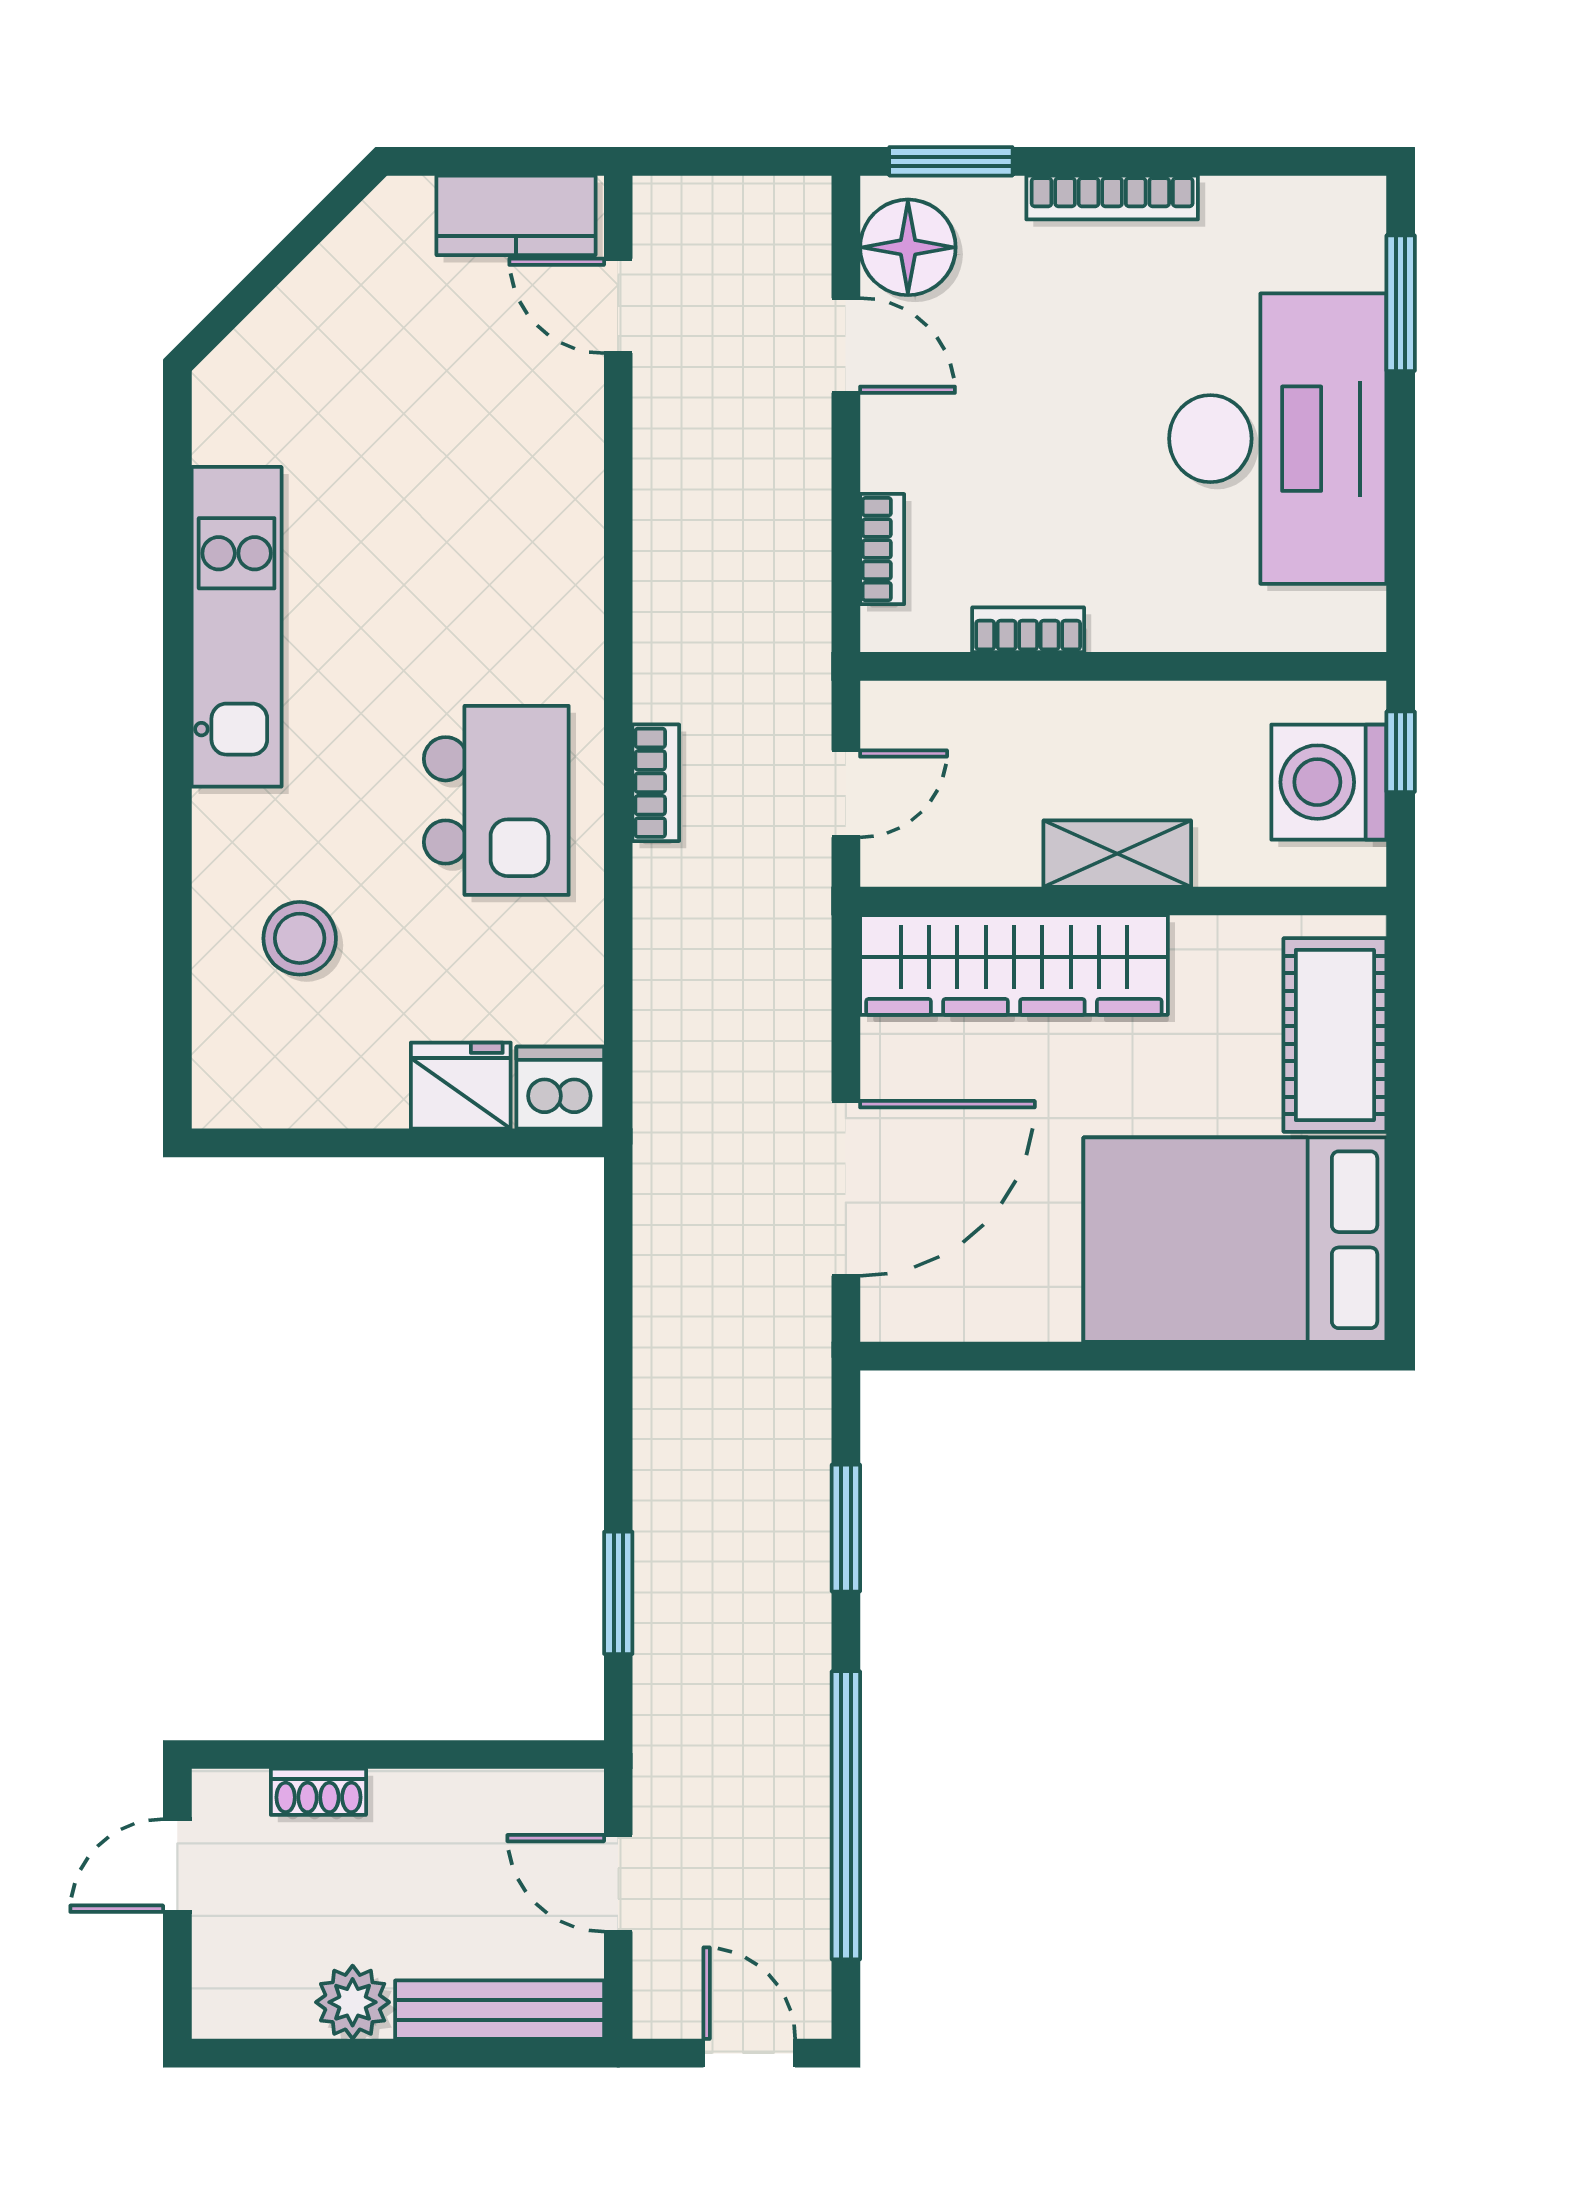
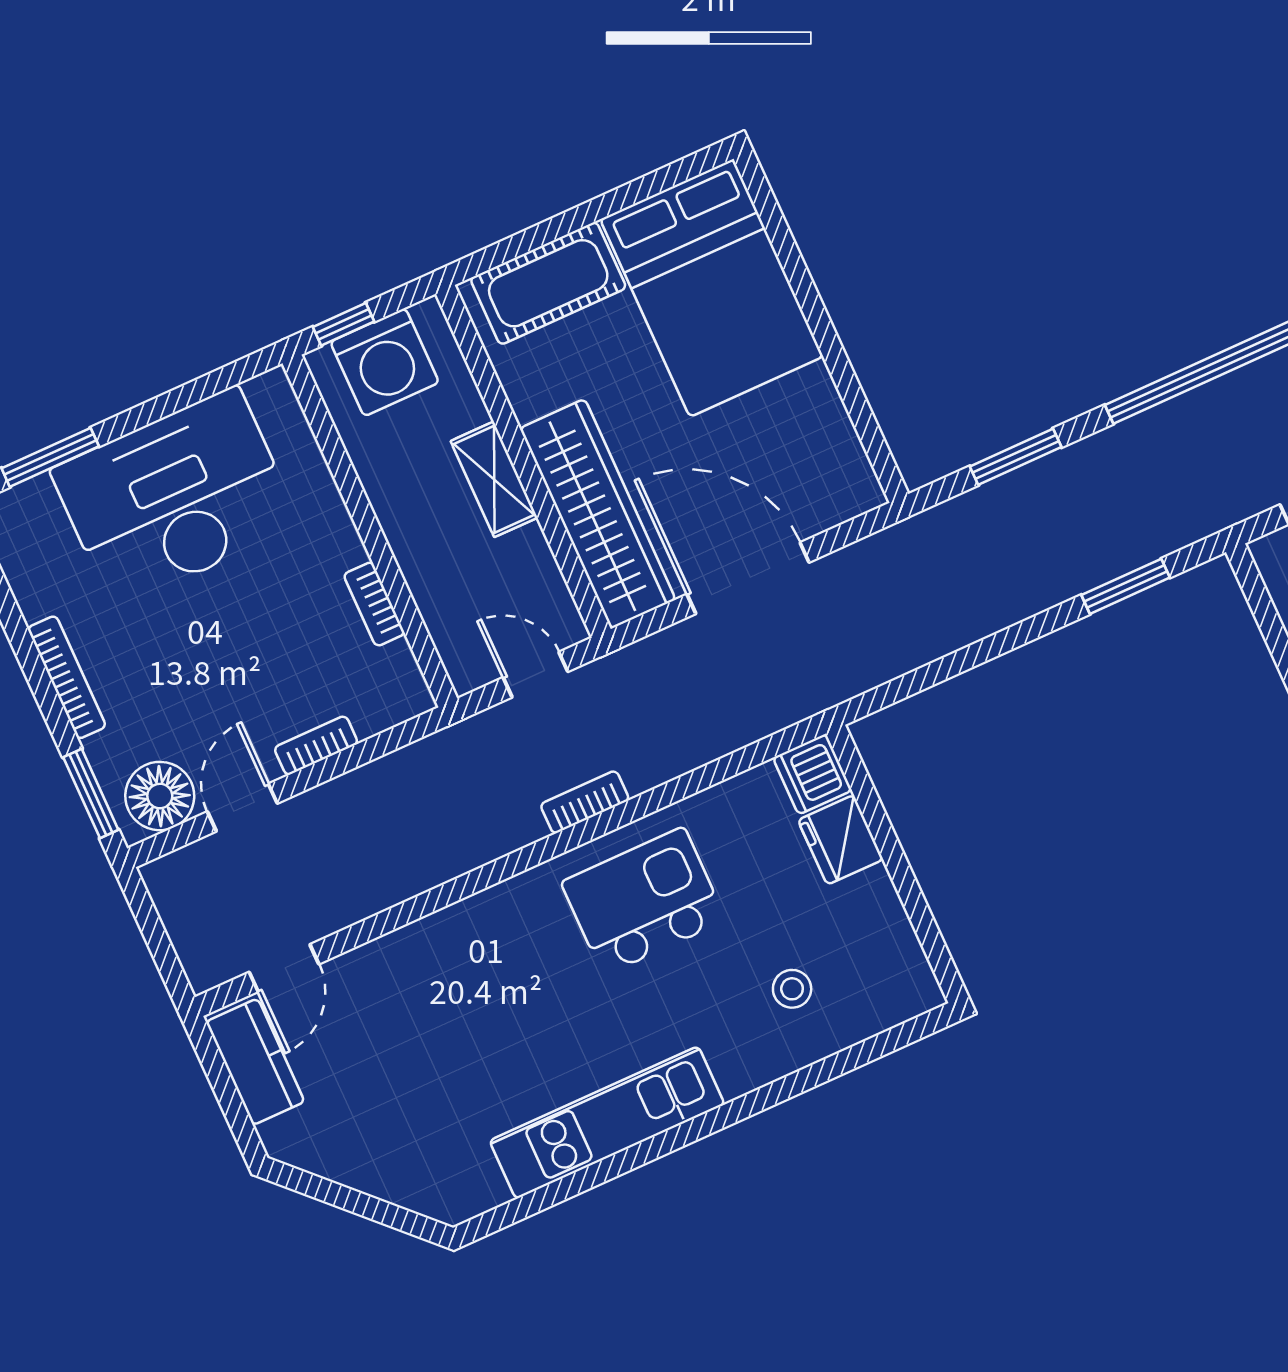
bookcase: (882, 549) -> (316, 746), moved
stool: (300, 938) -> (792, 989), width x0.73, depth x0.73
door: (846, 1188) -> (748, 578), moved

